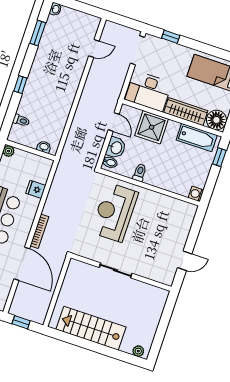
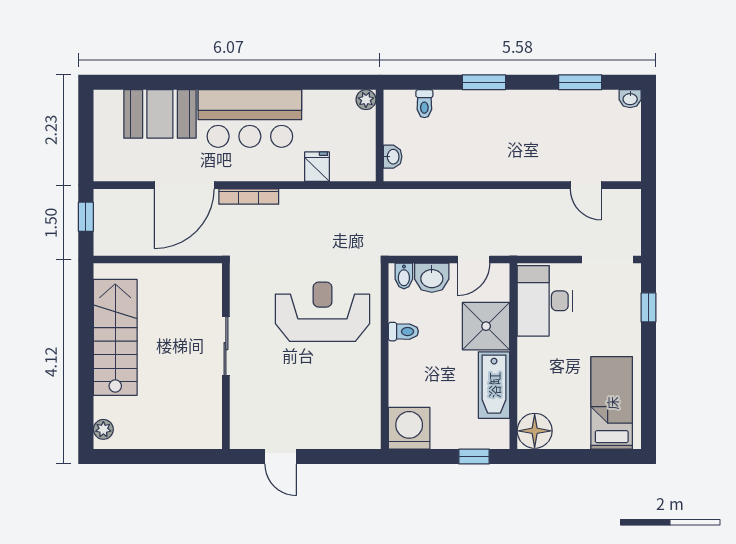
window: (20, 85) -> (484, 82), width x1.50
wardrobe: (186, 112) -> (531, 375), removed
bathtub: (197, 138) -> (494, 385), moved
washing machine: (196, 194) -> (409, 428), width x1.89, depth x1.89

